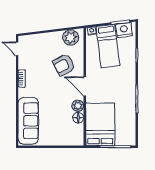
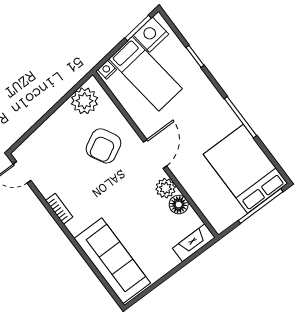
door: (85, 86) -> (155, 154), swing flipped
bed: (100, 124) -> (245, 169), moved
fireplace: (72, 141) -> (194, 243), added

